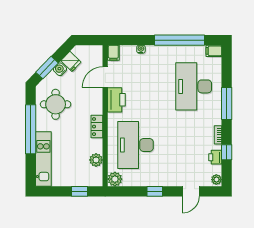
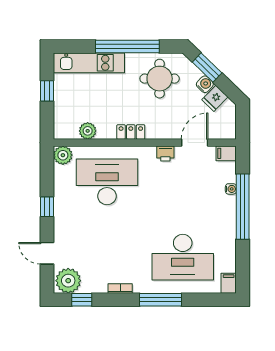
window: (180, 40) -> (243, 207), moved
door: (105, 77) -> (195, 143), hinge flipped
desk: (194, 86) -> (183, 257), turned 180
printer: (116, 100) -> (165, 153), width x0.53, depth x0.68
window: (227, 152) -> (82, 300), moved
printer: (215, 157) -> (91, 285), removed
plant: (216, 180) -> (68, 281), width x1.87, depth x1.87
window: (79, 191) -> (47, 91), moved

